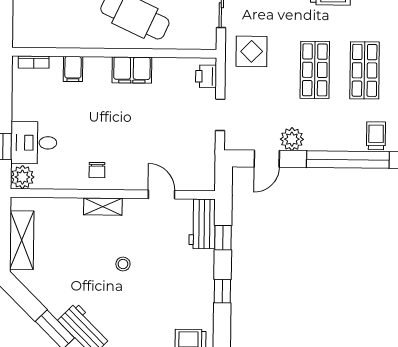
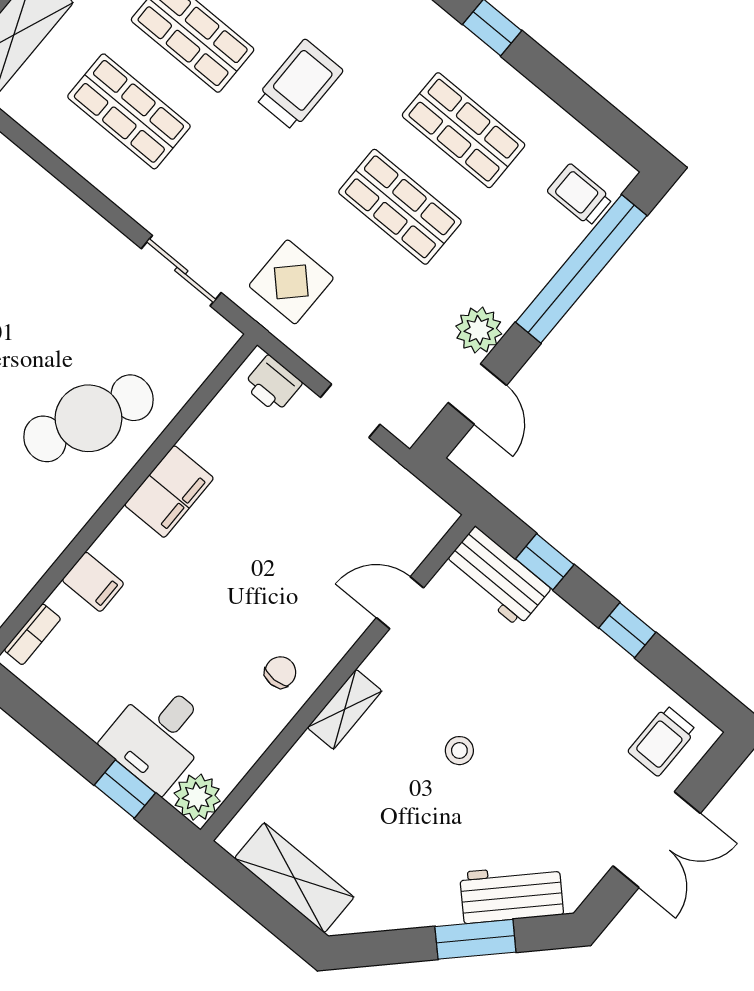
chair: (97, 170) -> (280, 672), turned -90

